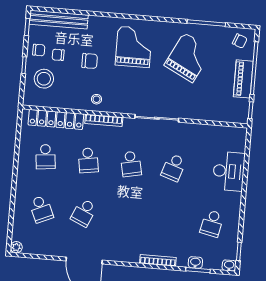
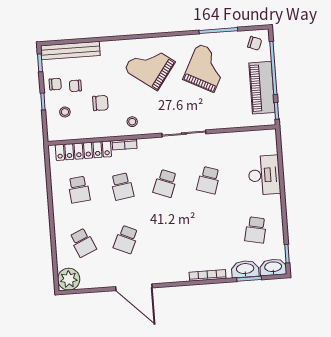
grand piano: (134, 47) -> (150, 66), turned -54
chair: (90, 61) -> (100, 103), moved
stool: (44, 79) -> (65, 112), width x0.53, depth x0.53
piano: (243, 79) -> (262, 88), width x1.37, depth x1.33
stool: (97, 99) -> (132, 122), moved
bookcase: (104, 120) -> (125, 145), width x0.64
school desk: (131, 164) -> (165, 183), turned 33
plant: (16, 247) -> (69, 279), width x1.87, depth x1.87
washbasin: (195, 262) -> (245, 269), width x1.91, depth x1.45
washbasin: (229, 265) -> (273, 267), width x1.91, depth x1.45

